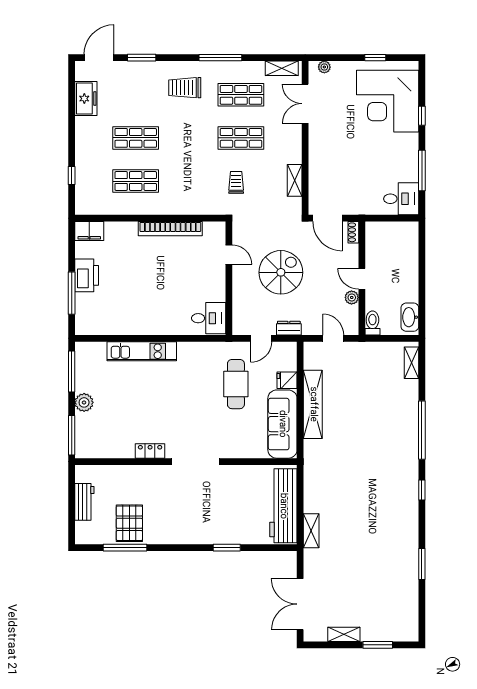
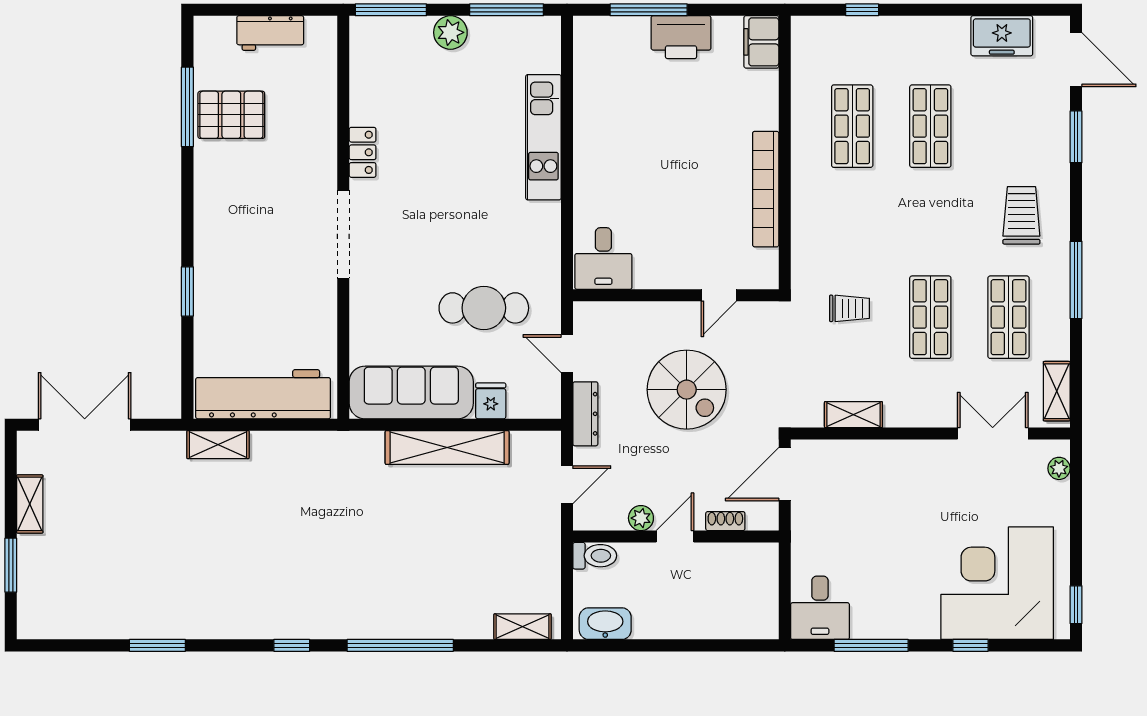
window: (375, 58) -> (1076, 605), moved
shoe rack: (353, 232) -> (725, 521), moved
dresser: (289, 328) -> (585, 414), width x1.44

